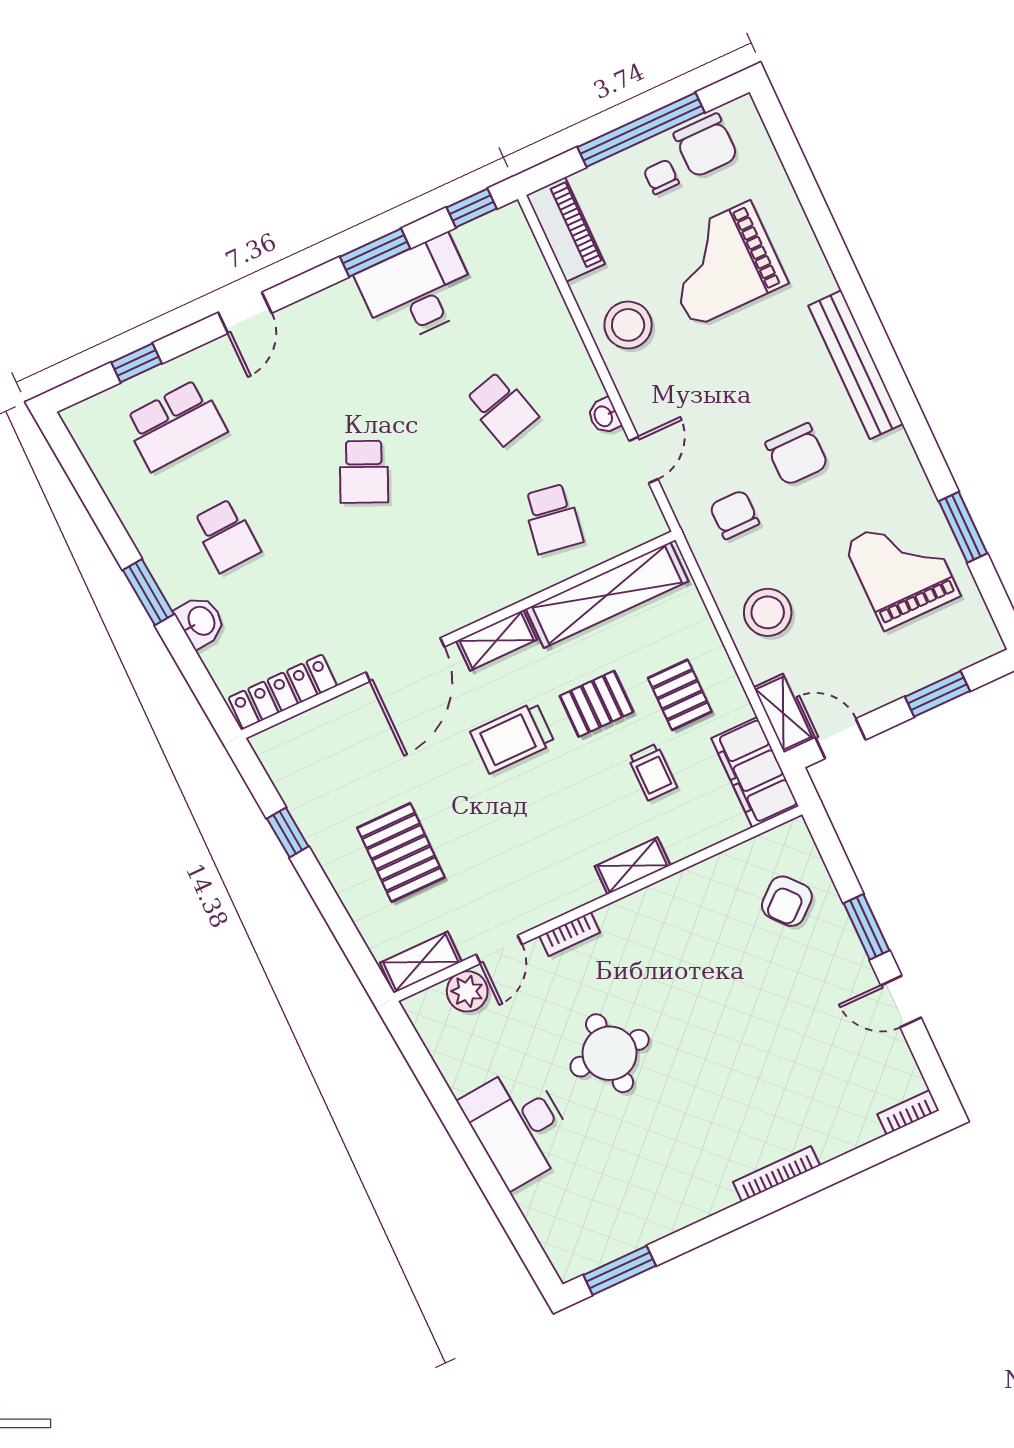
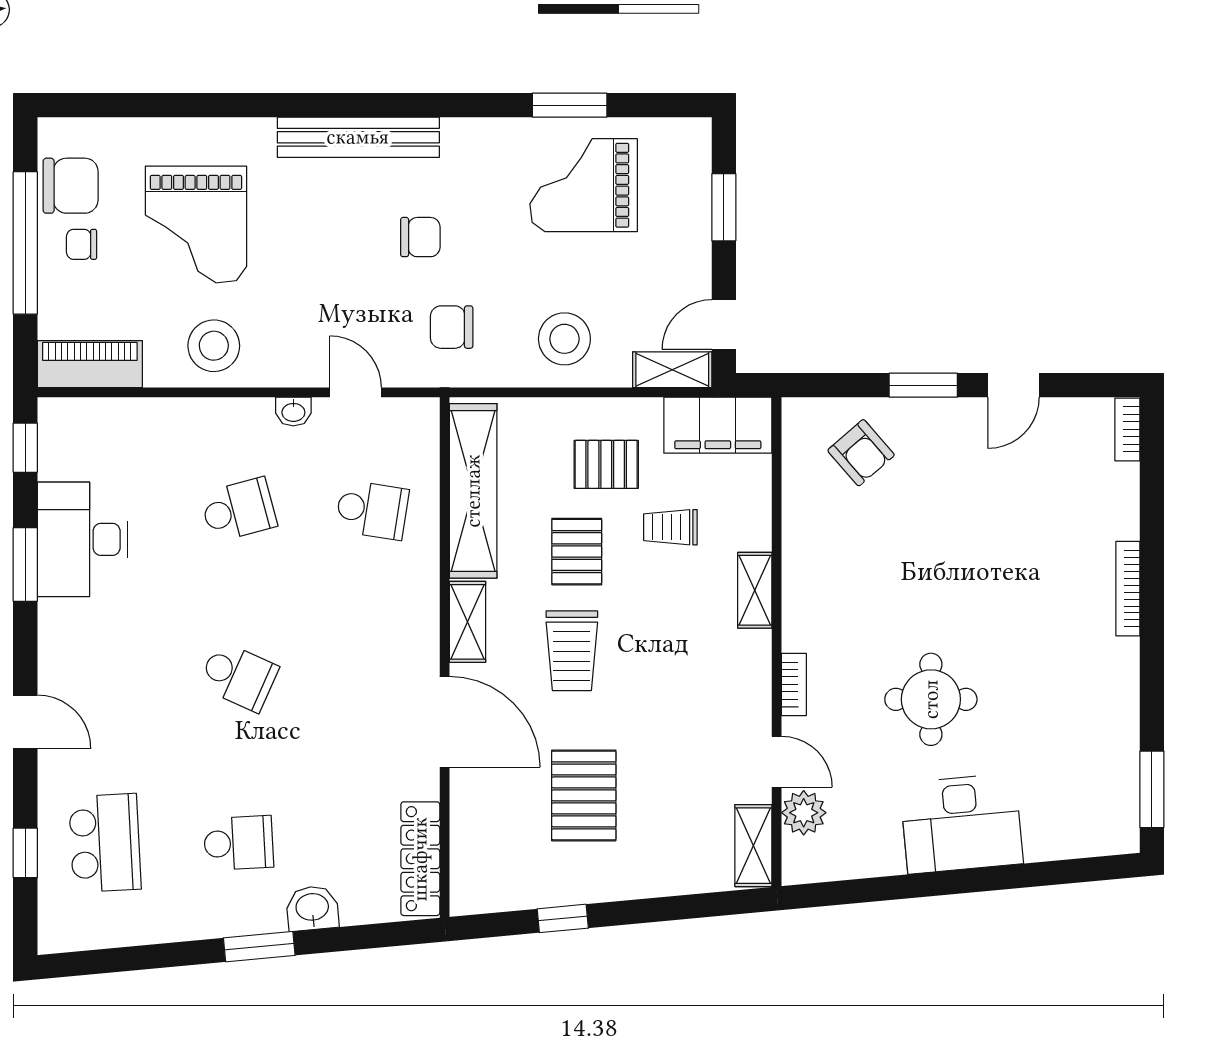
chair: (797, 454) -> (420, 237), width x0.73, depth x0.73
trolley: (652, 772) -> (670, 527), turned 180
pallet: (401, 853) -> (584, 795), moved, turned 90

